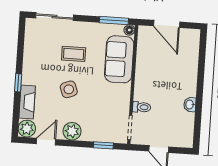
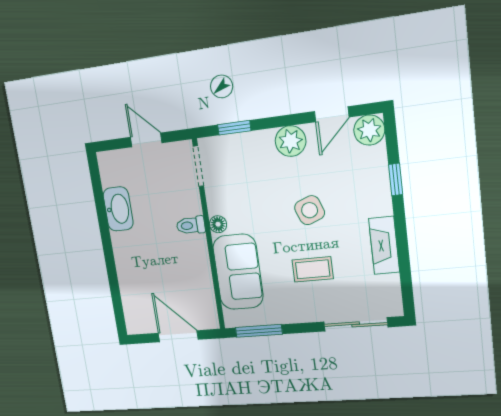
floor lamp: (129, 30) -> (218, 224), moved
window: (18, 83) -> (396, 180), moved
fireplace: (27, 102) -> (384, 245), moved
washbasin: (190, 105) -> (118, 209), width x1.91, depth x1.45
toilet: (142, 107) -> (191, 225), moved

